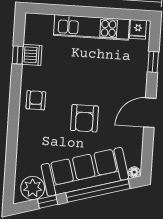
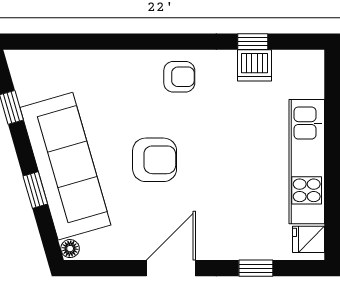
door: (150, 113) -> (171, 268), hinge flipped
armchair: (84, 118) -> (155, 160), turned 180
plant: (33, 188) -> (33, 81), removed
window: (98, 191) -> (35, 190), width x0.32

